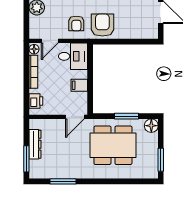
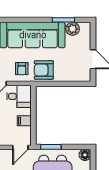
armchair: (102, 25) -> (44, 70), turned -90
window: (126, 116) -> (51, 147), moved

